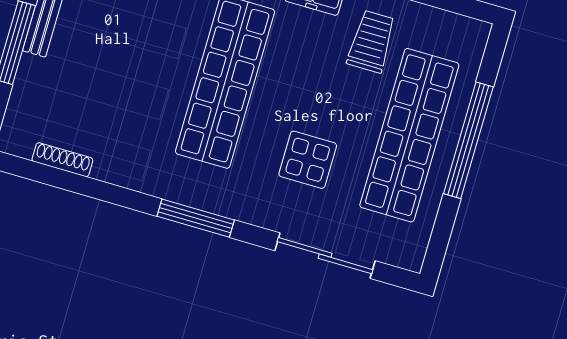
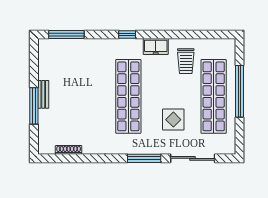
trolley: (371, 42) -> (186, 61), turned 180
window: (196, 218) -> (144, 158), moved

